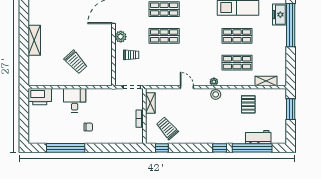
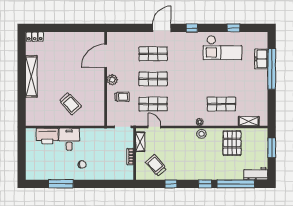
shop shelf: (237, 36) -> (153, 104), moved
shelving: (34, 40) -> (31, 76), width x1.47
door: (187, 87) -> (154, 127), moved
printer: (40, 97) -> (47, 136), moved
pallet: (248, 104) -> (232, 143), width x1.50, depth x1.42
workbench: (258, 137) -> (256, 174), moved
window: (66, 148) -> (61, 184), width x0.68
window: (162, 148) -> (171, 184), moved

